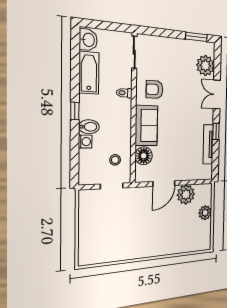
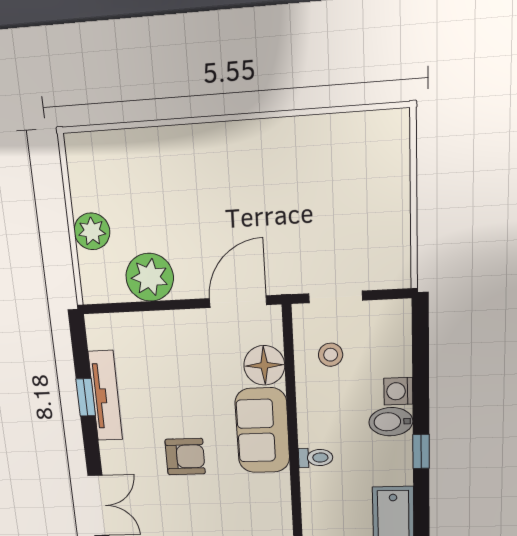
armchair: (155, 89) -> (185, 457), moved
toilet: (124, 93) -> (316, 458), moved
window: (216, 131) -> (86, 397), moved
door: (164, 184) -> (238, 302), moved

